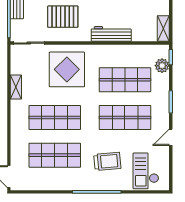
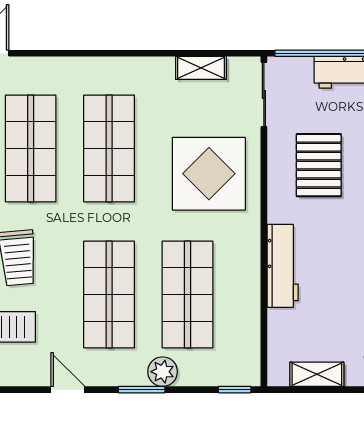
shelving: (163, 29) -> (317, 374), moved
plant: (162, 66) -> (163, 372), moved
shelving: (16, 87) -> (201, 68), moved

